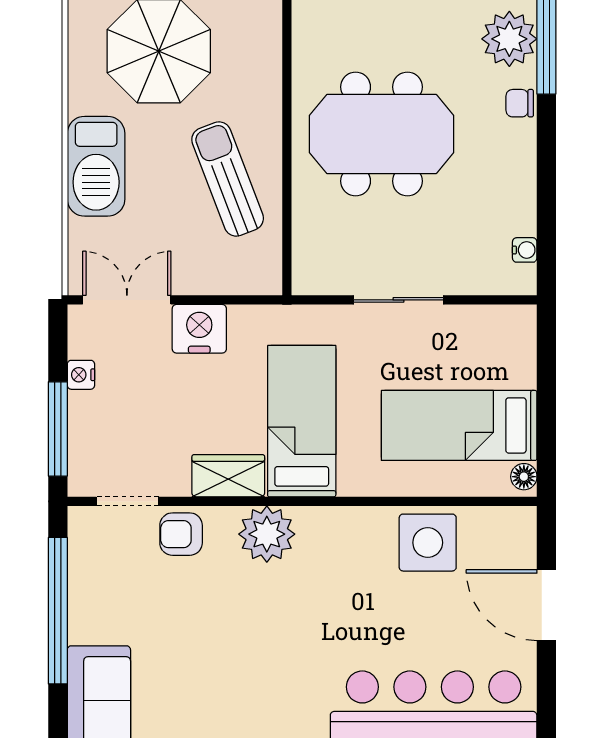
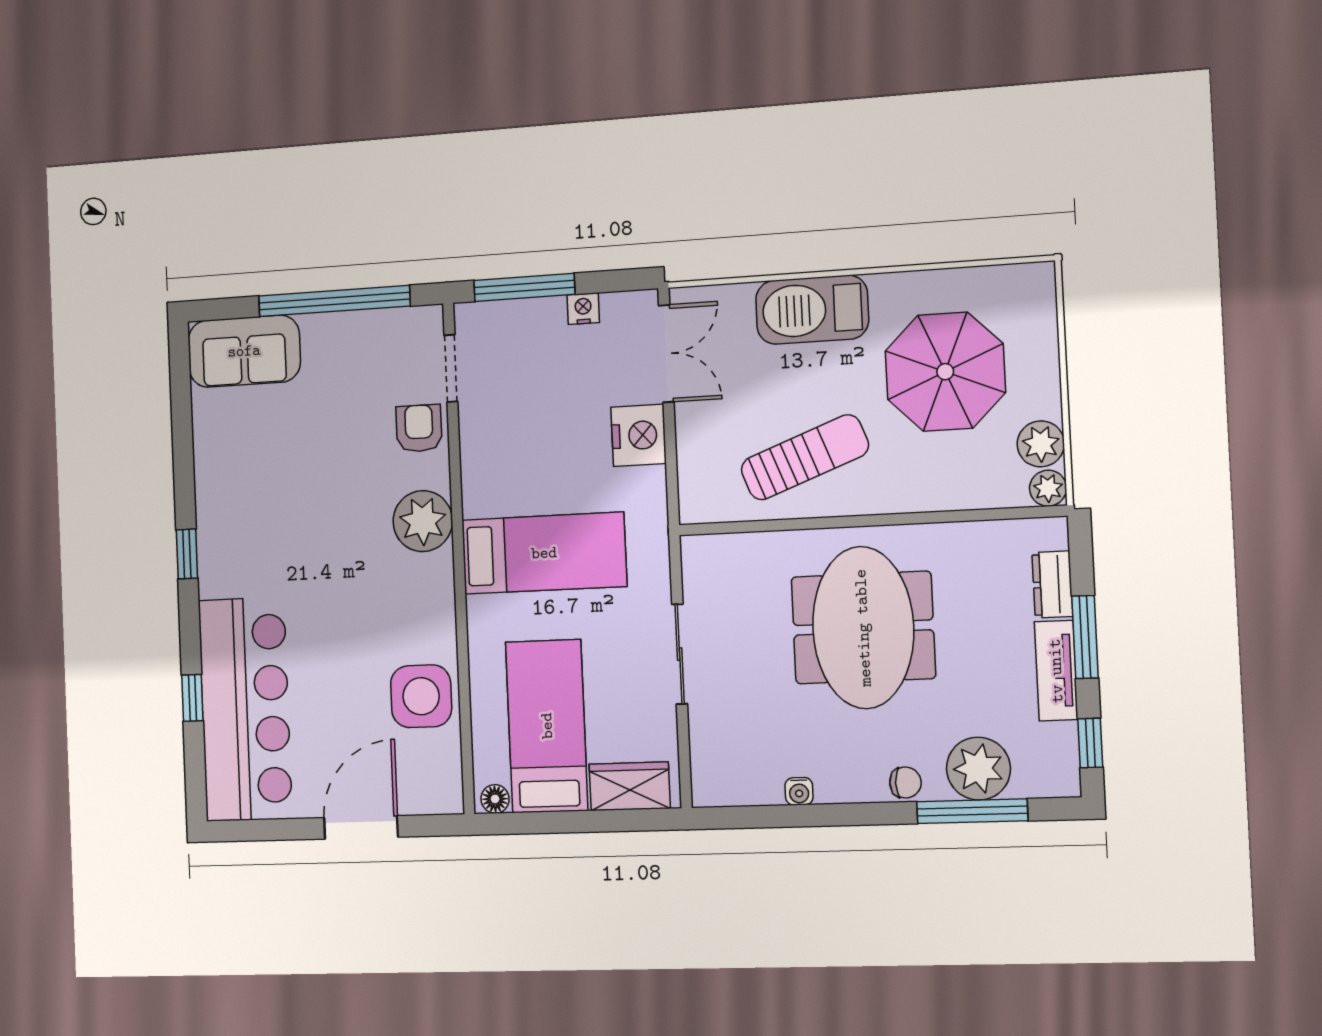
chair: (520, 103) -> (905, 783), turned 90
water cooler: (525, 250) -> (799, 791), moved
wardrobe: (228, 476) -> (630, 786), moved, turned -90

